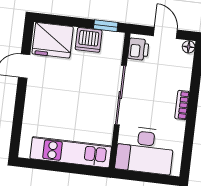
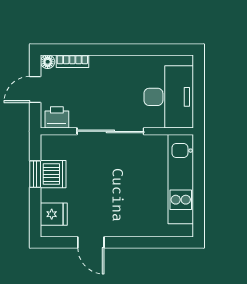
window: (106, 26) -> (35, 174), moved
fridge: (53, 40) -> (54, 214), width x0.53, depth x0.75
bookcase: (182, 105) -> (72, 61), moved

